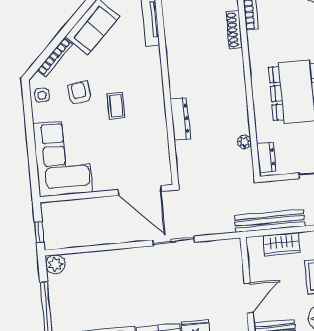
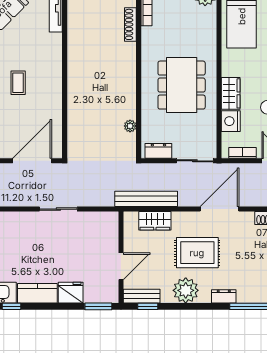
dresser: (180, 119) -> (74, 100), removed
dresser: (266, 157) -> (158, 151), moved, turned -90
door: (140, 190) -> (32, 161), swing flipped

